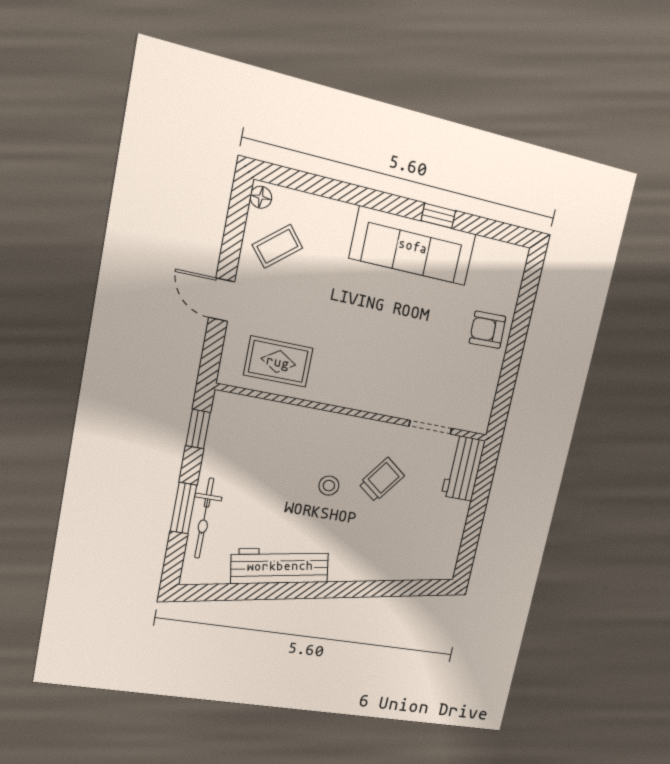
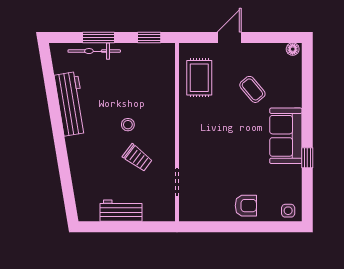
coffee table: (277, 246) -> (252, 89), moved
sofa: (413, 246) -> (286, 136), width x0.73
side table: (510, 266) -> (288, 211), added
armchair: (488, 330) -> (246, 206), turned 92
workbench: (463, 468) -> (121, 211), moved

